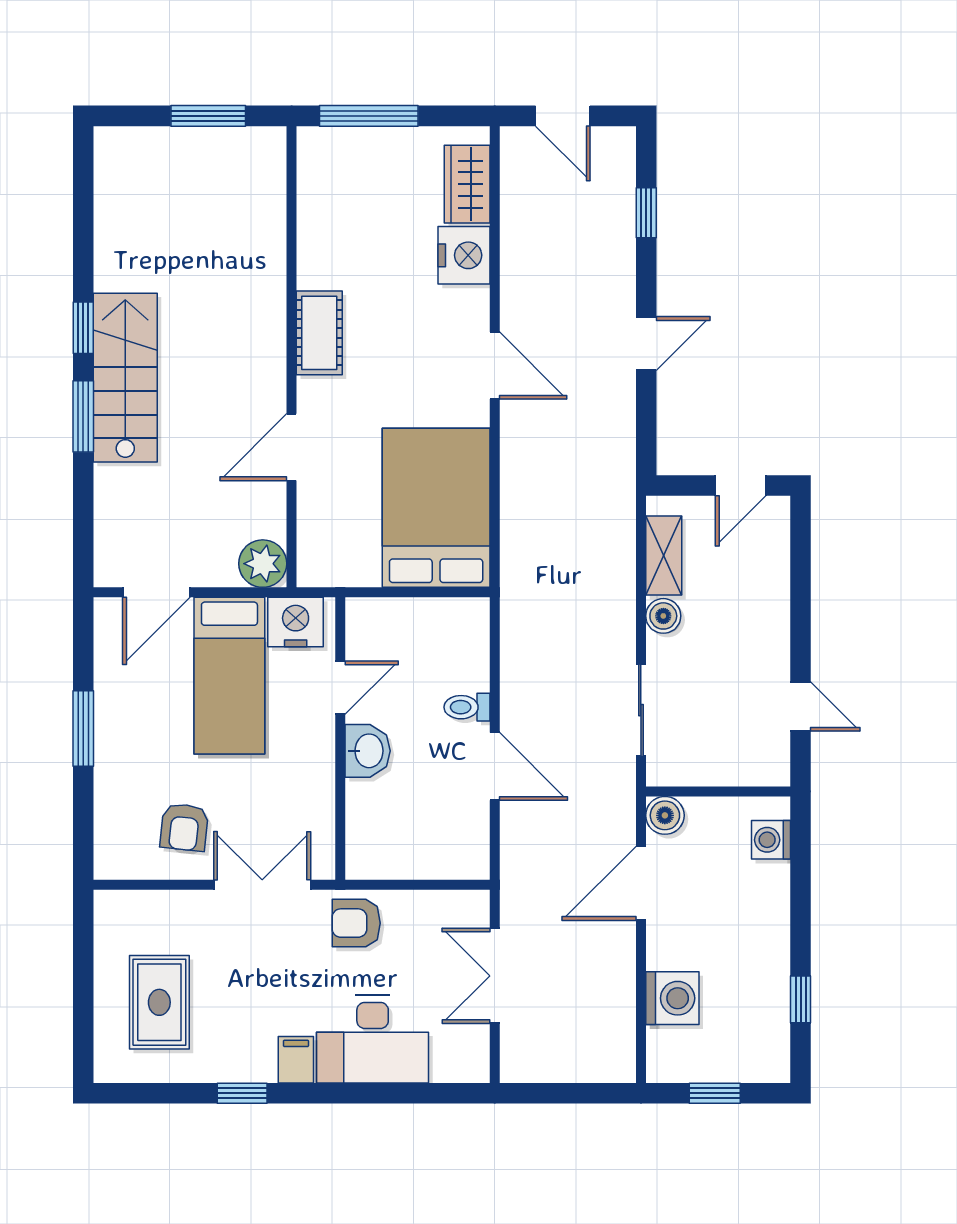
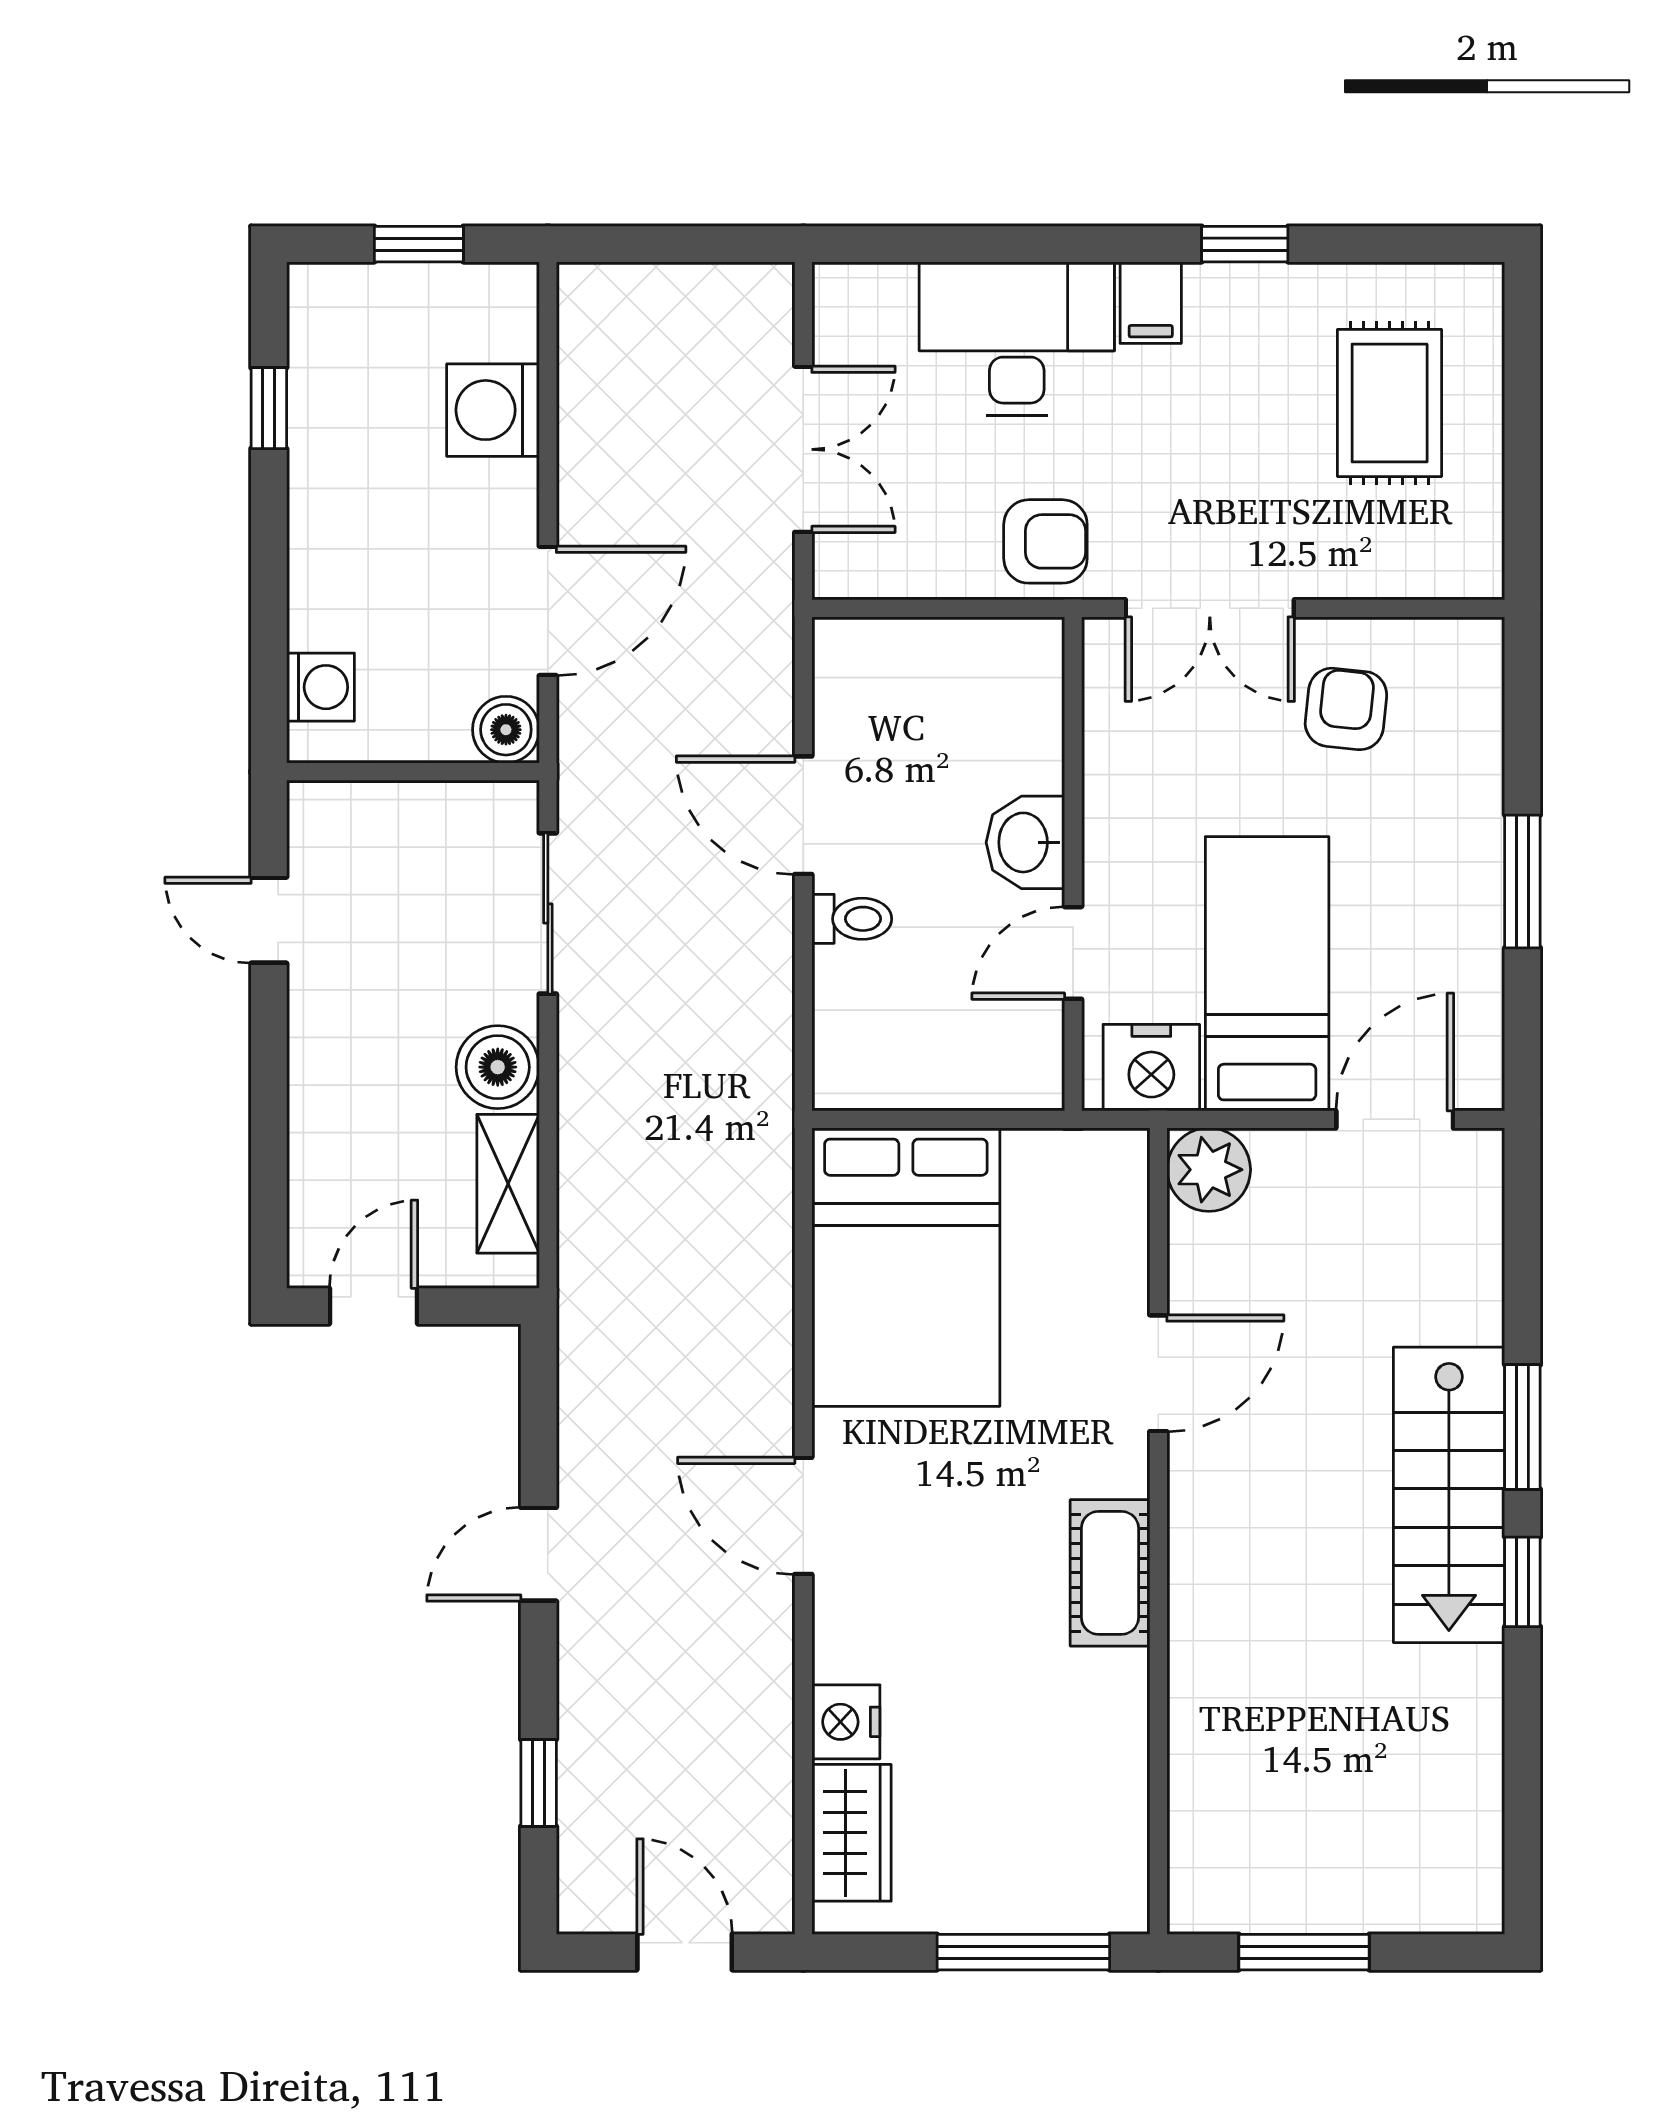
nightstand: (464, 255) -> (846, 1722), width x0.74, depth x0.75
boiler: (663, 616) -> (498, 1067), width x1.36, depth x1.36

